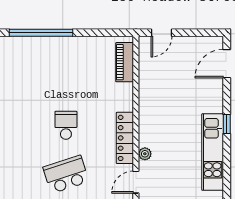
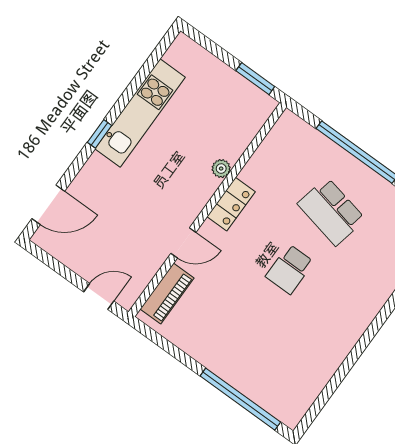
locker: (125, 138) -> (231, 204), width x0.66
school desk: (66, 174) -> (331, 211), turned 30
door: (136, 182) -> (183, 243), moved

